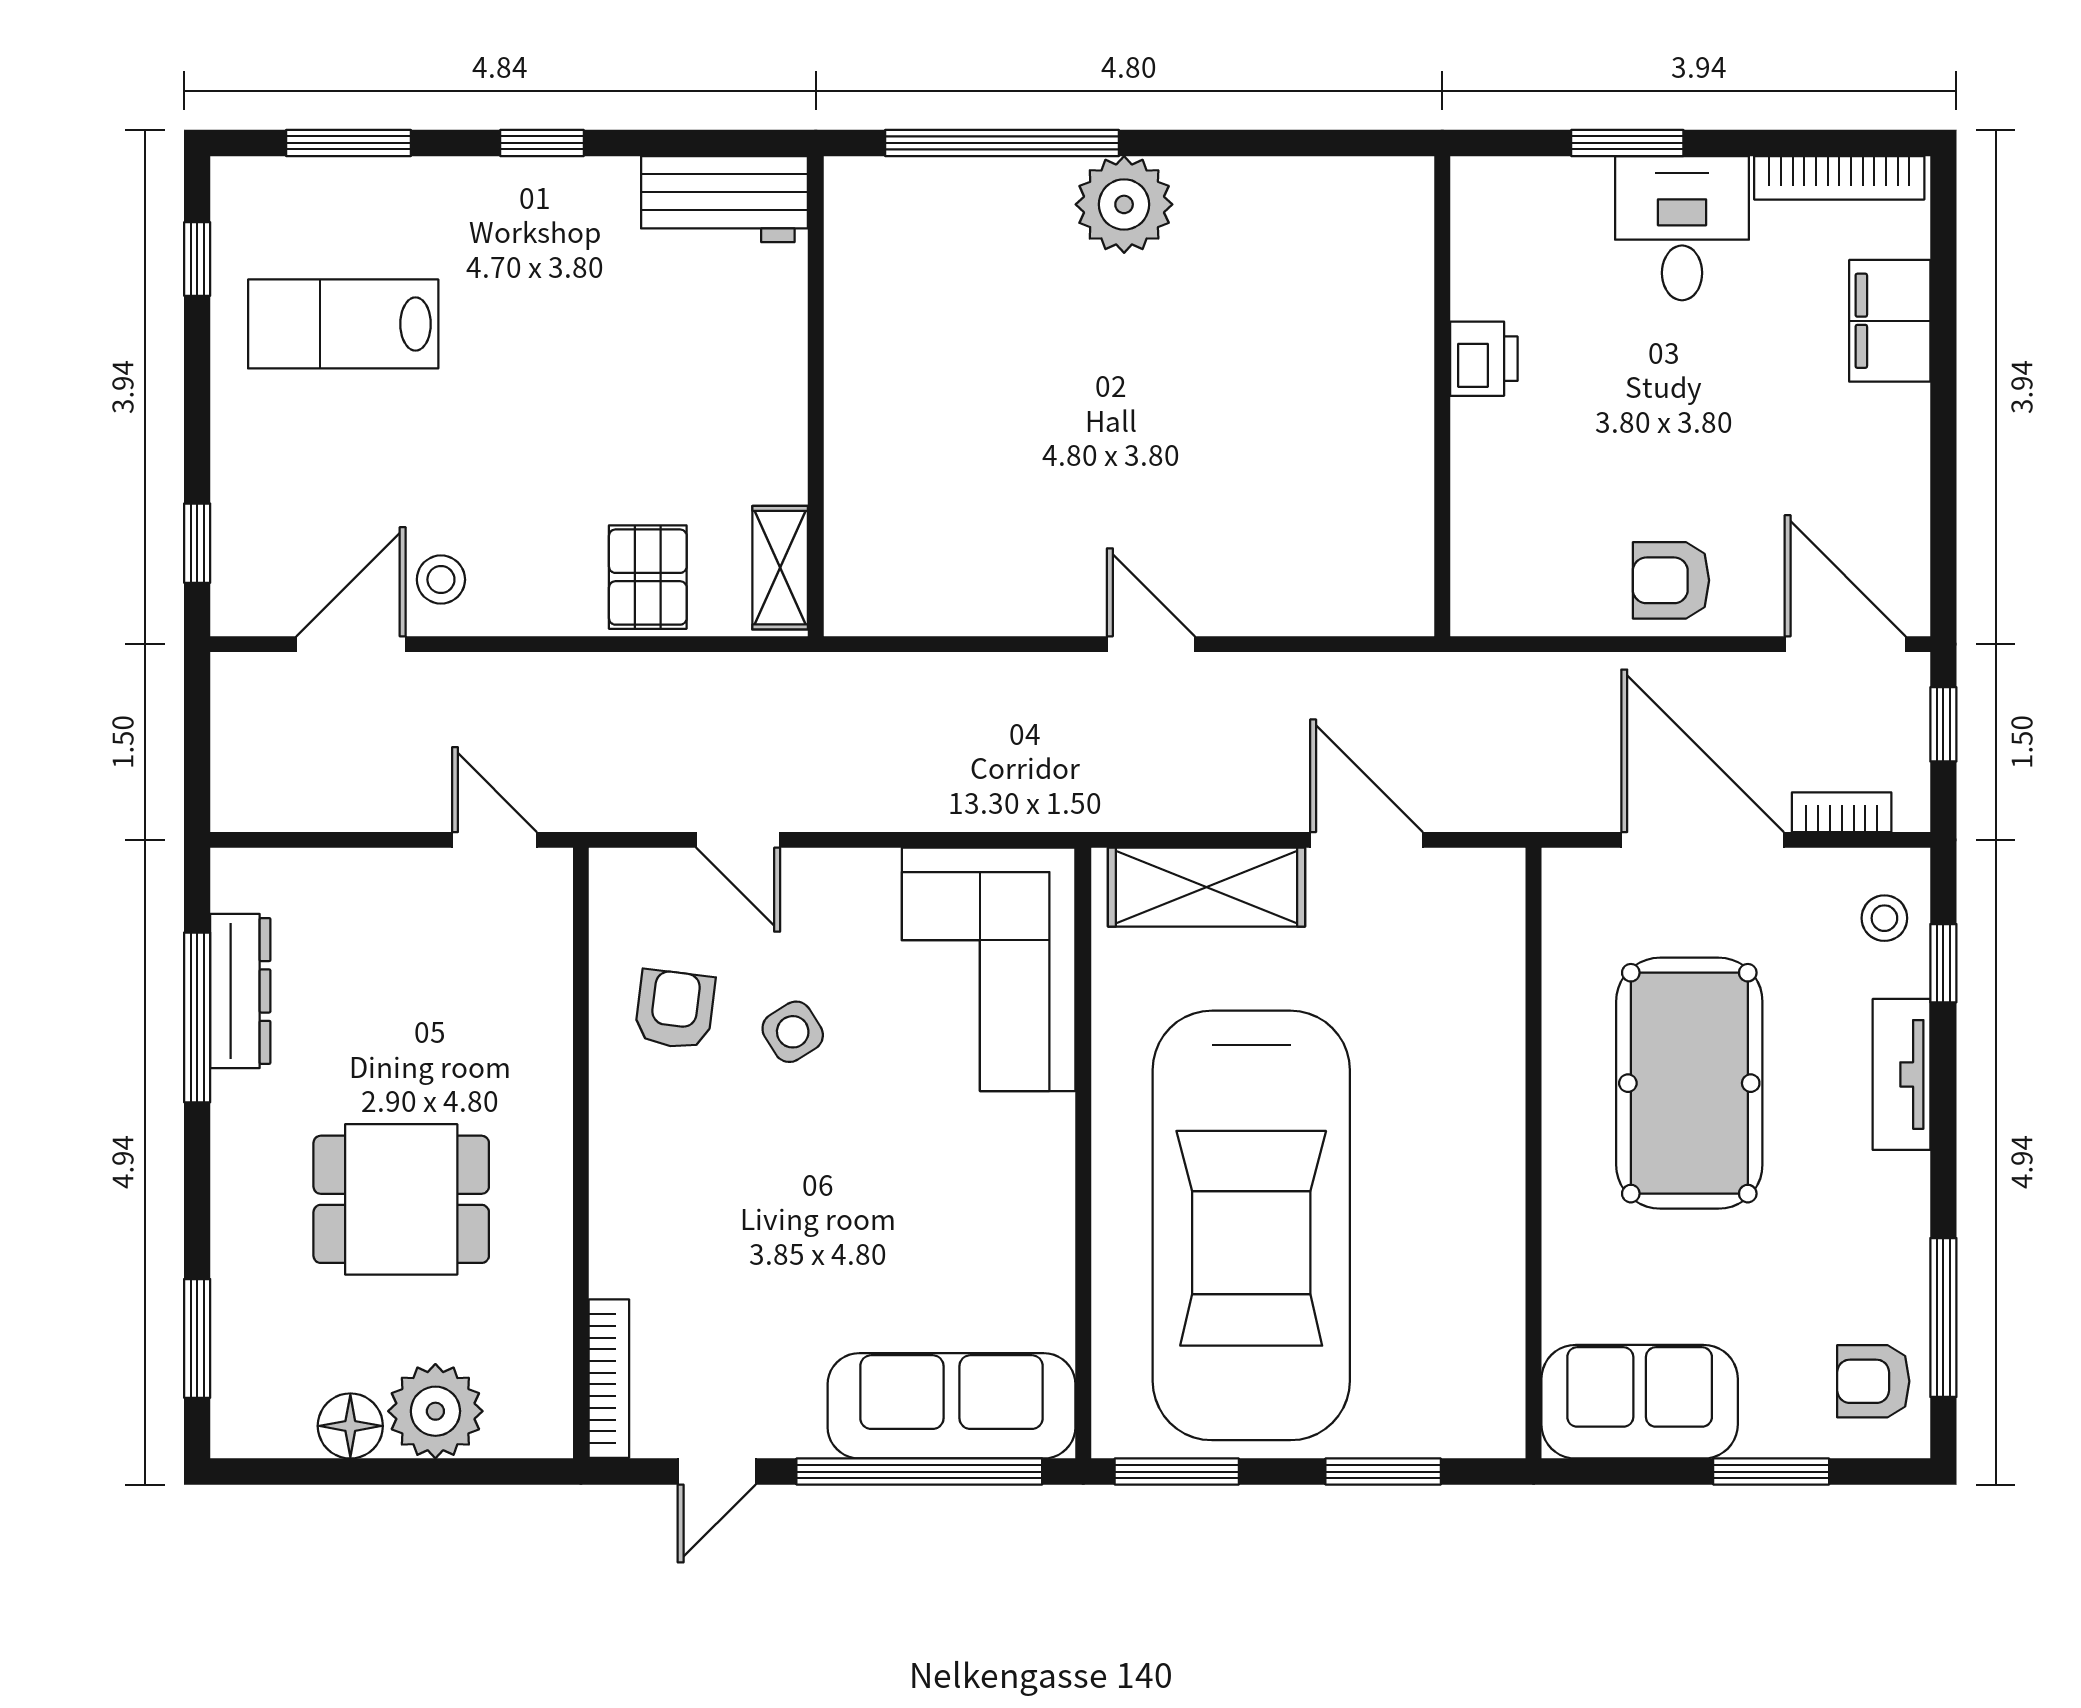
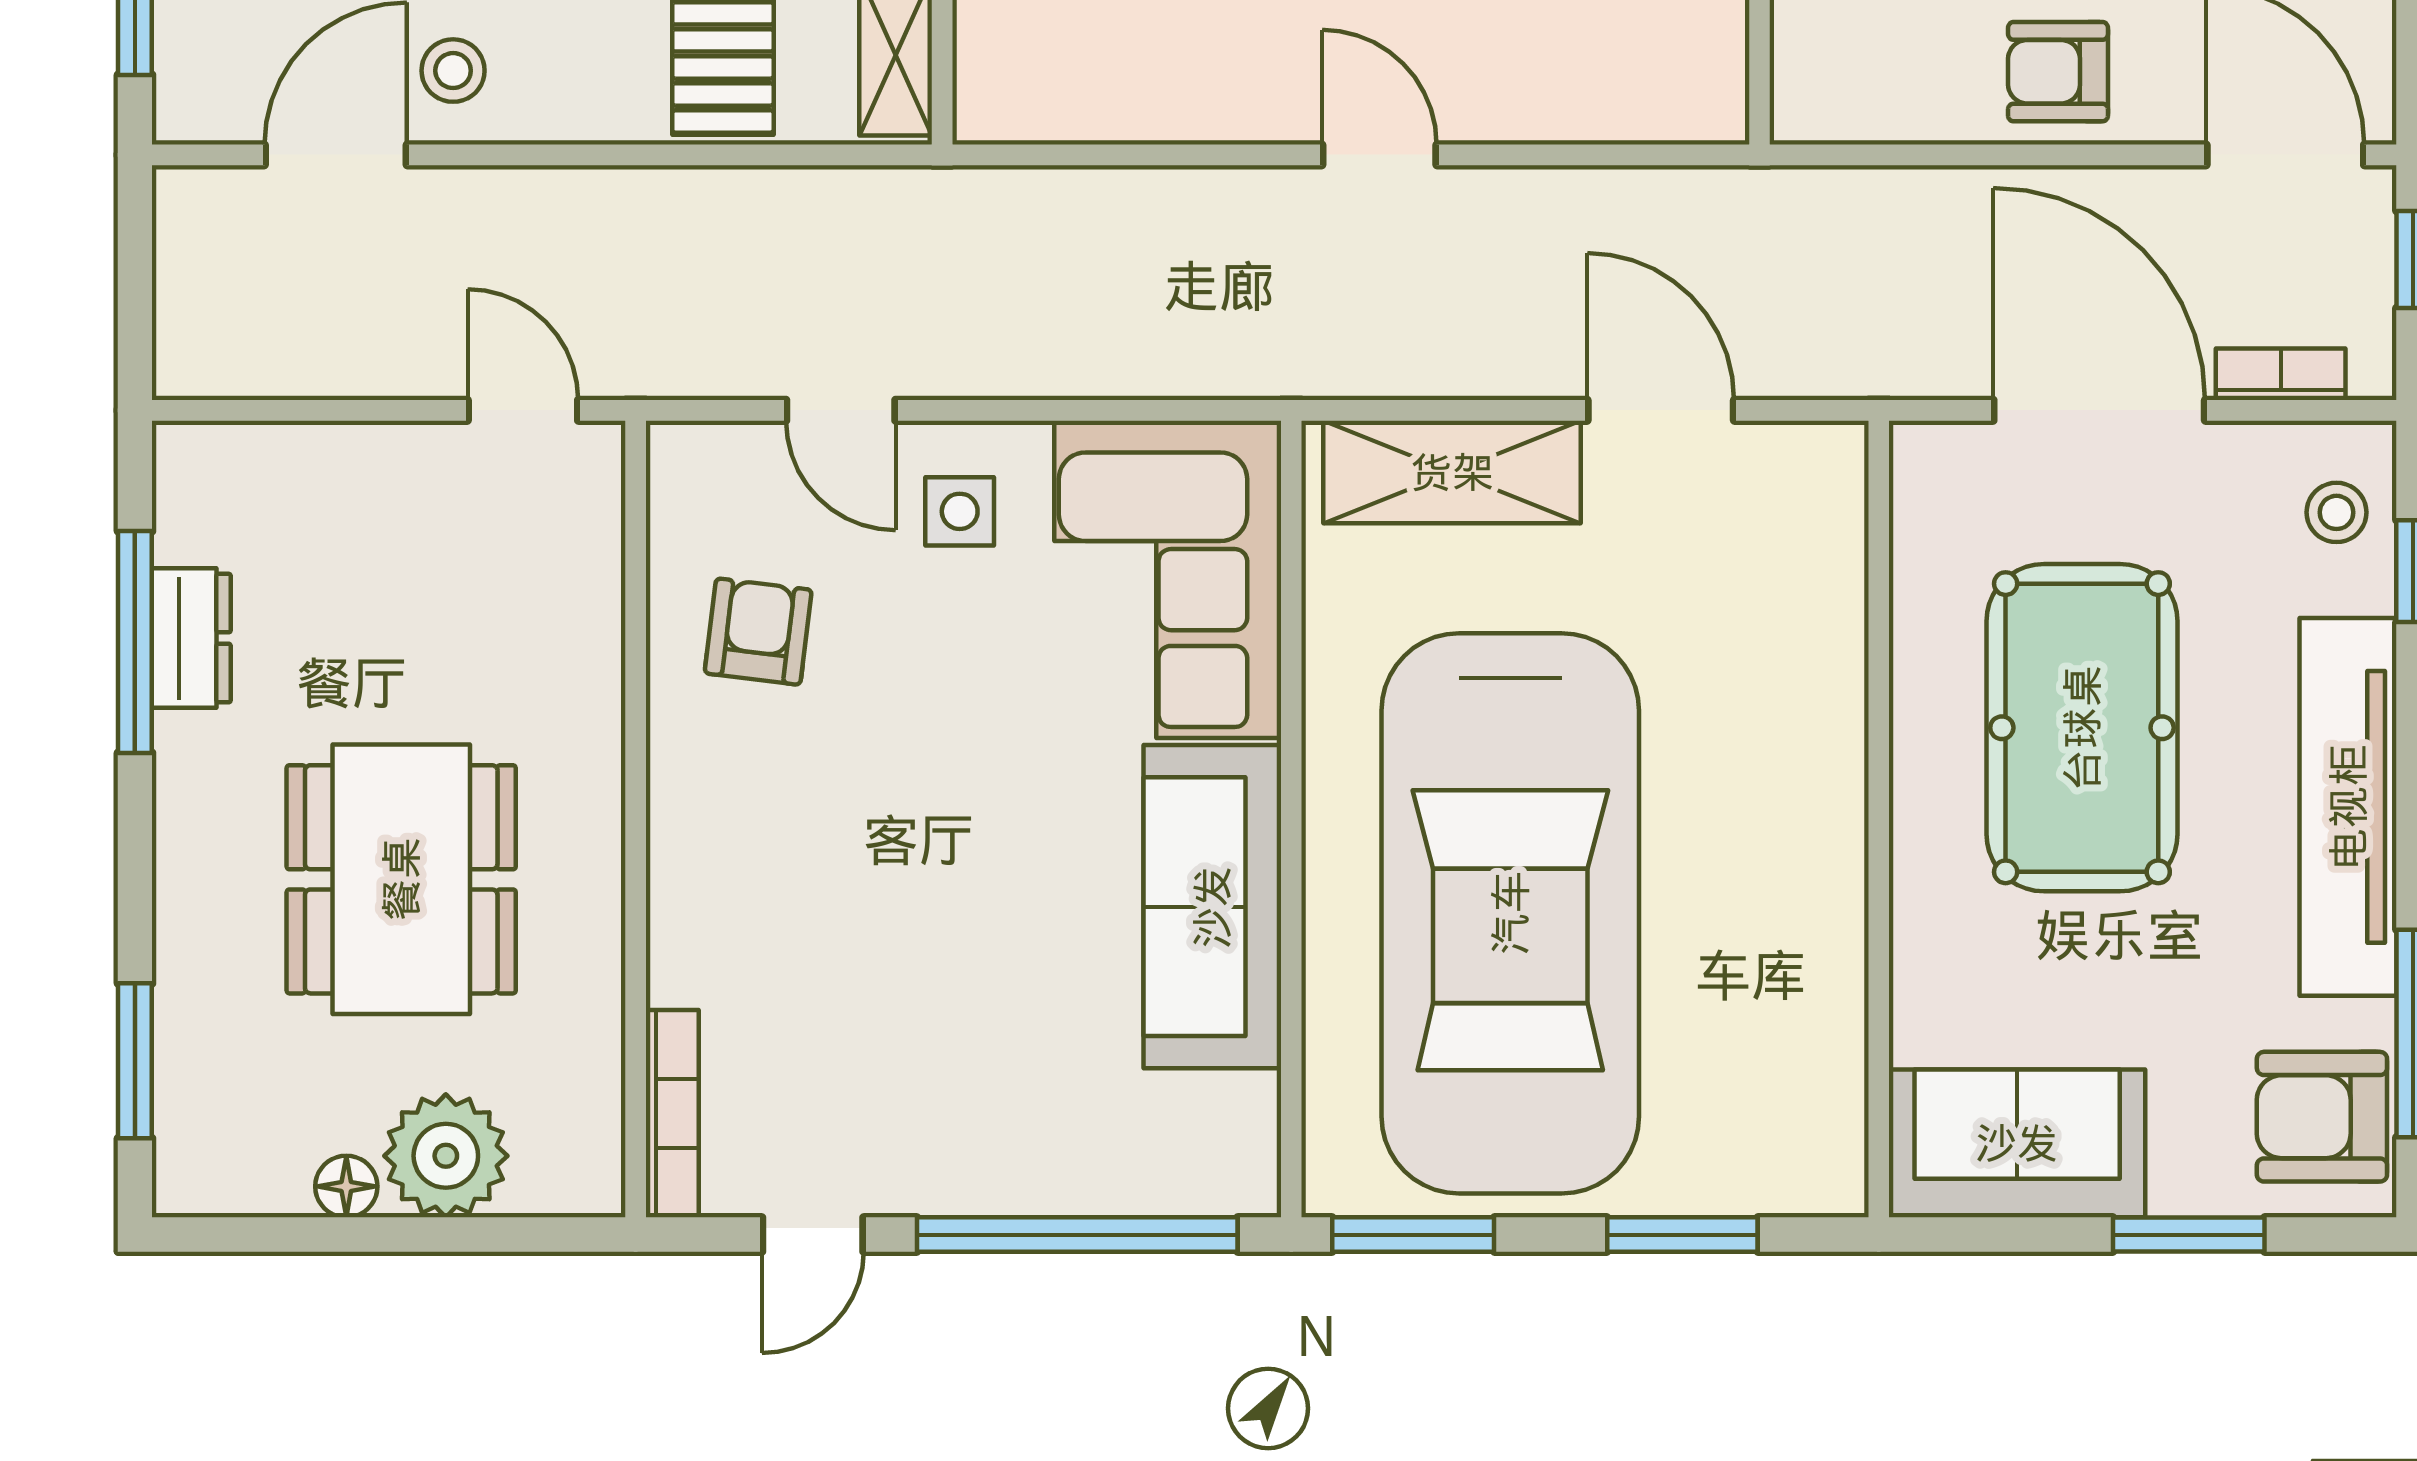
dresser: (240, 991) -> (191, 638), width x0.70
side table: (793, 1032) -> (960, 511), moved, turned 32
tv unit: (1901, 1074) -> (2348, 807), width x1.92, depth x1.29
dining table: (401, 1199) -> (401, 879), width x1.38
armchair: (1873, 1381) -> (2322, 1117), width x1.38, depth x1.38
sofa: (951, 1406) -> (1212, 907), moved, turned -90
floor lamp: (350, 1426) -> (346, 1186), width x0.73, depth x0.73

